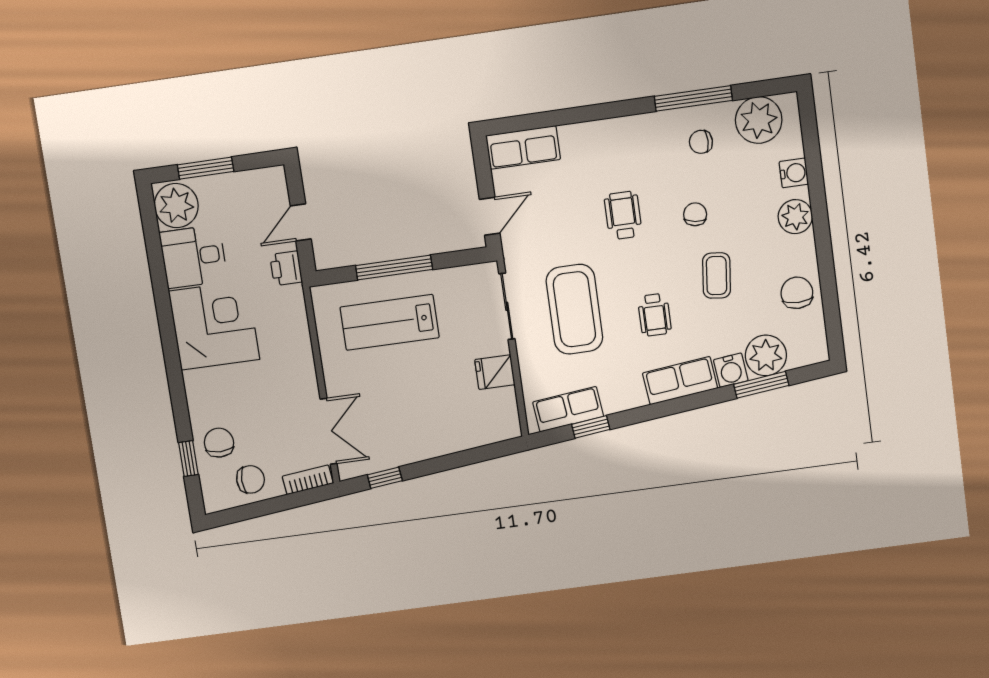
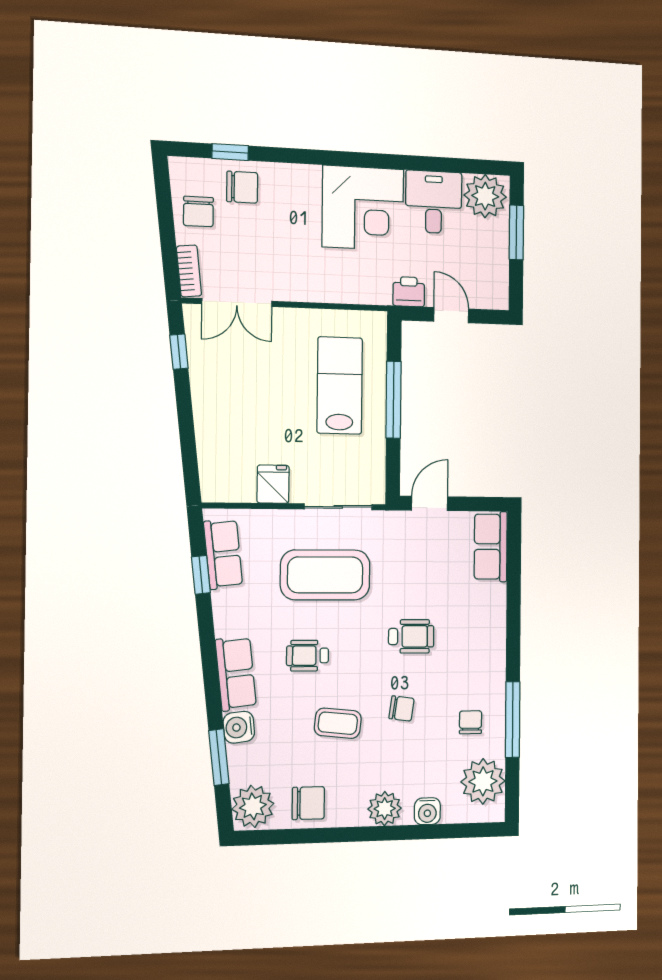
door: (490, 216) -> (430, 503), swing flipped
plant: (766, 355) -> (253, 806), moved

